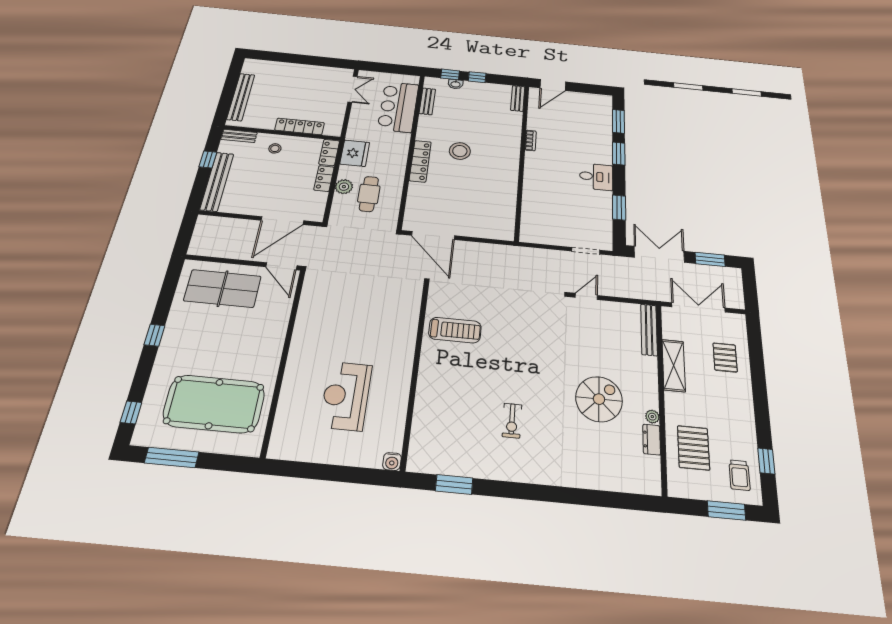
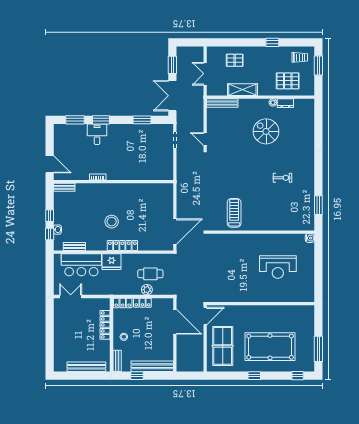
fridge: (355, 153) -> (112, 262), moved, turned 180
desk: (596, 177) -> (97, 134), moved
double door: (698, 307) -> (205, 74), width x0.73
pool table: (214, 404) -> (270, 347), moved, turned 90
window: (766, 461) -> (272, 42), moved

